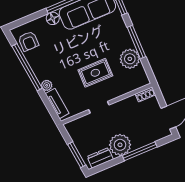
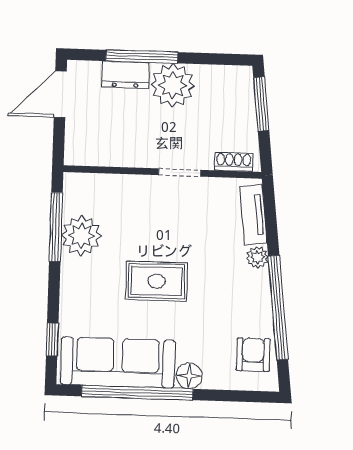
window: (136, 42) -> (56, 227), moved
rug: (95, 73) -> (157, 281), moved
shoe rack: (145, 94) -> (234, 162), moved
dresser: (100, 158) -> (125, 75), moved

